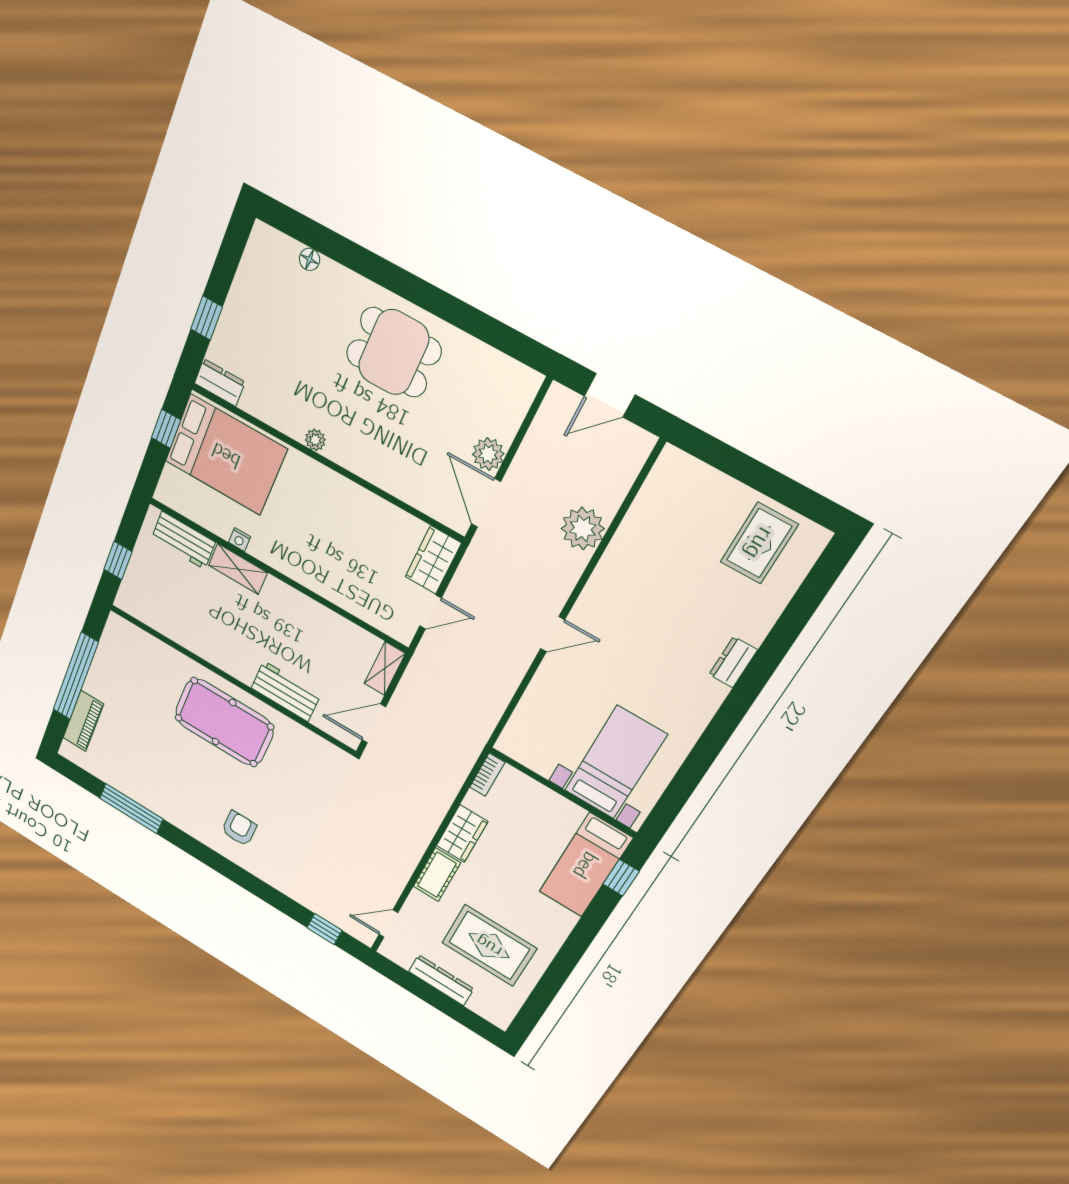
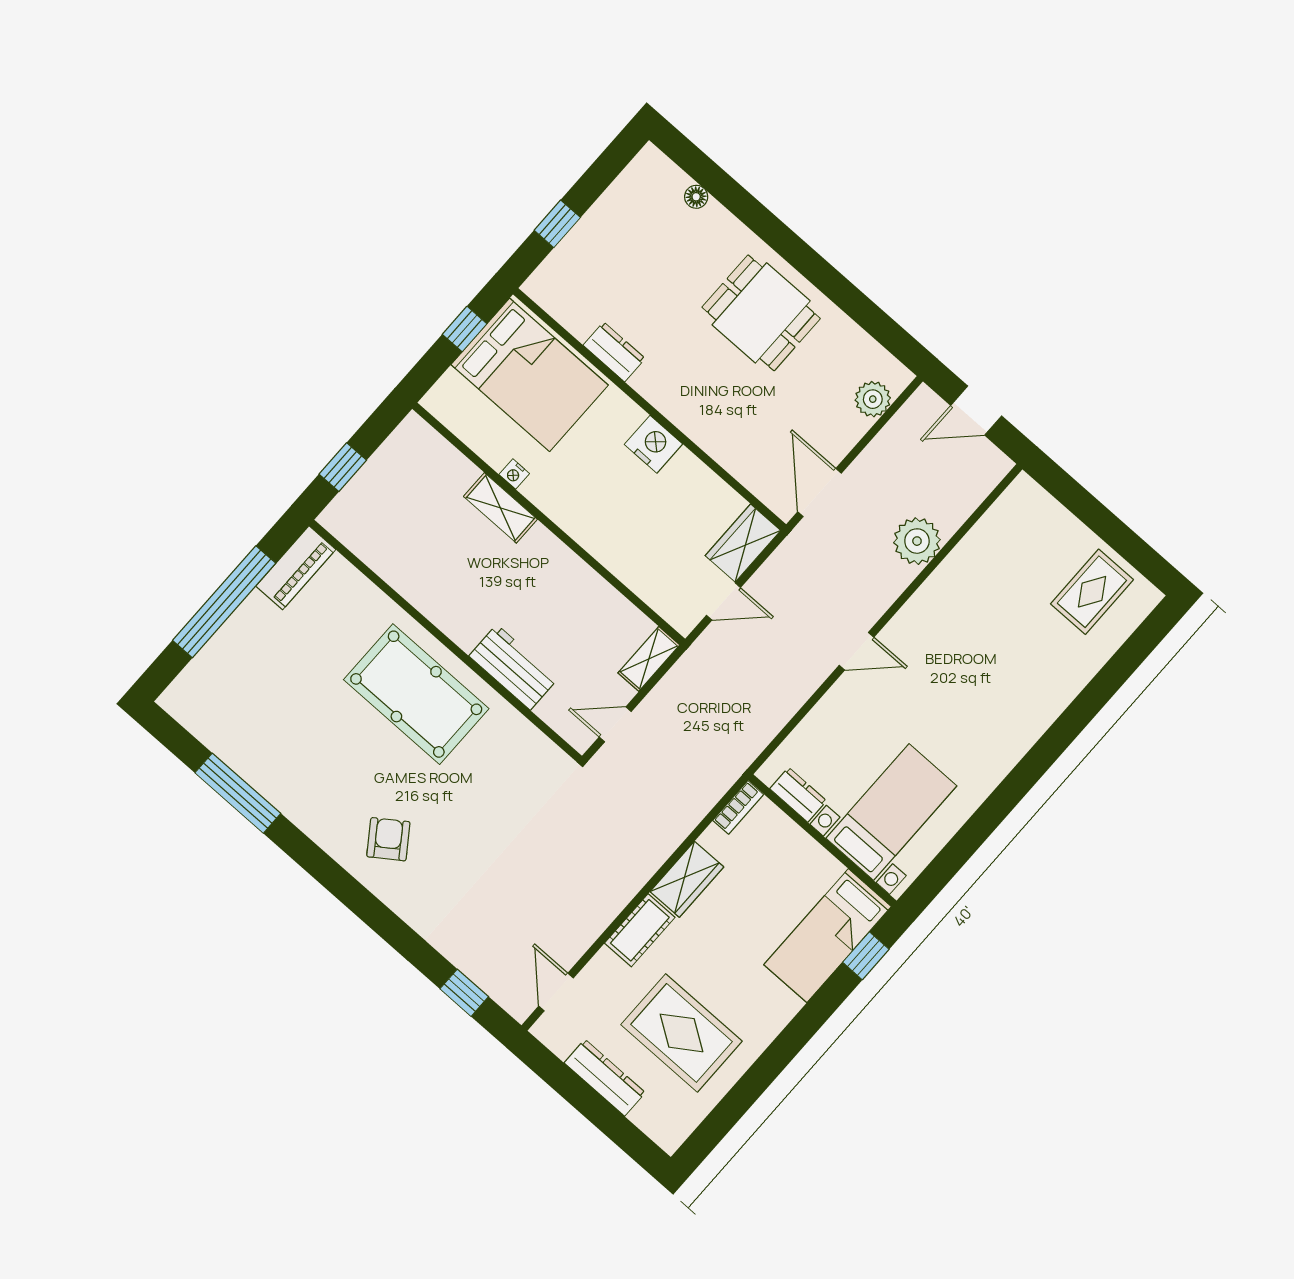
dresser: (220, 383) -> (614, 352), moved
plant: (315, 440) -> (644, 383), removed
plant: (488, 454) -> (873, 399), moved
nightstand: (338, 491) -> (653, 444), added
workbench: (183, 540) -> (441, 460), removed
dresser: (733, 662) -> (798, 795), moved, turned 90
piano: (83, 721) -> (296, 568), moved
door: (374, 723) -> (615, 724), width x0.73
armchair: (239, 828) -> (388, 839), turned -35
door: (388, 924) -> (556, 992), hinge flipped

